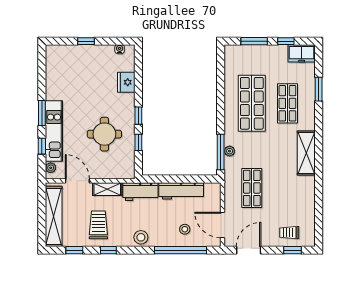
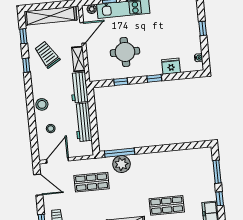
shop shelf: (252, 103) -> (164, 175), removed
window: (138, 116) -> (154, 78), moved
plant: (230, 151) -> (121, 164), width x1.88, depth x1.88
trolley: (98, 225) -> (47, 55), turned -121
stool: (141, 237) -> (42, 104), moved
window: (180, 250) -> (32, 127), removed

